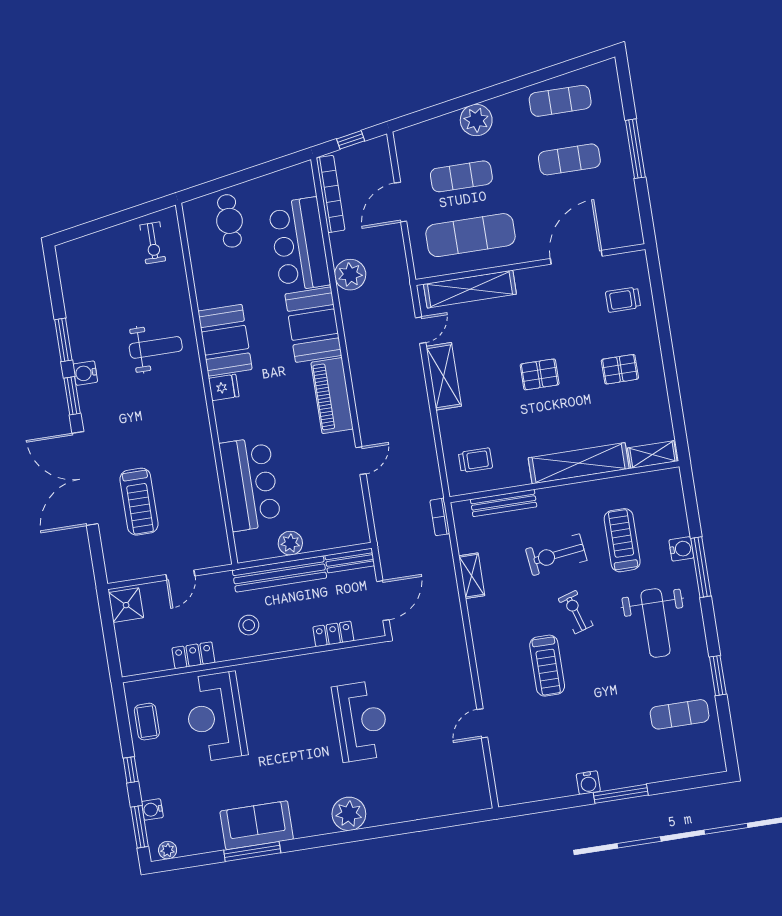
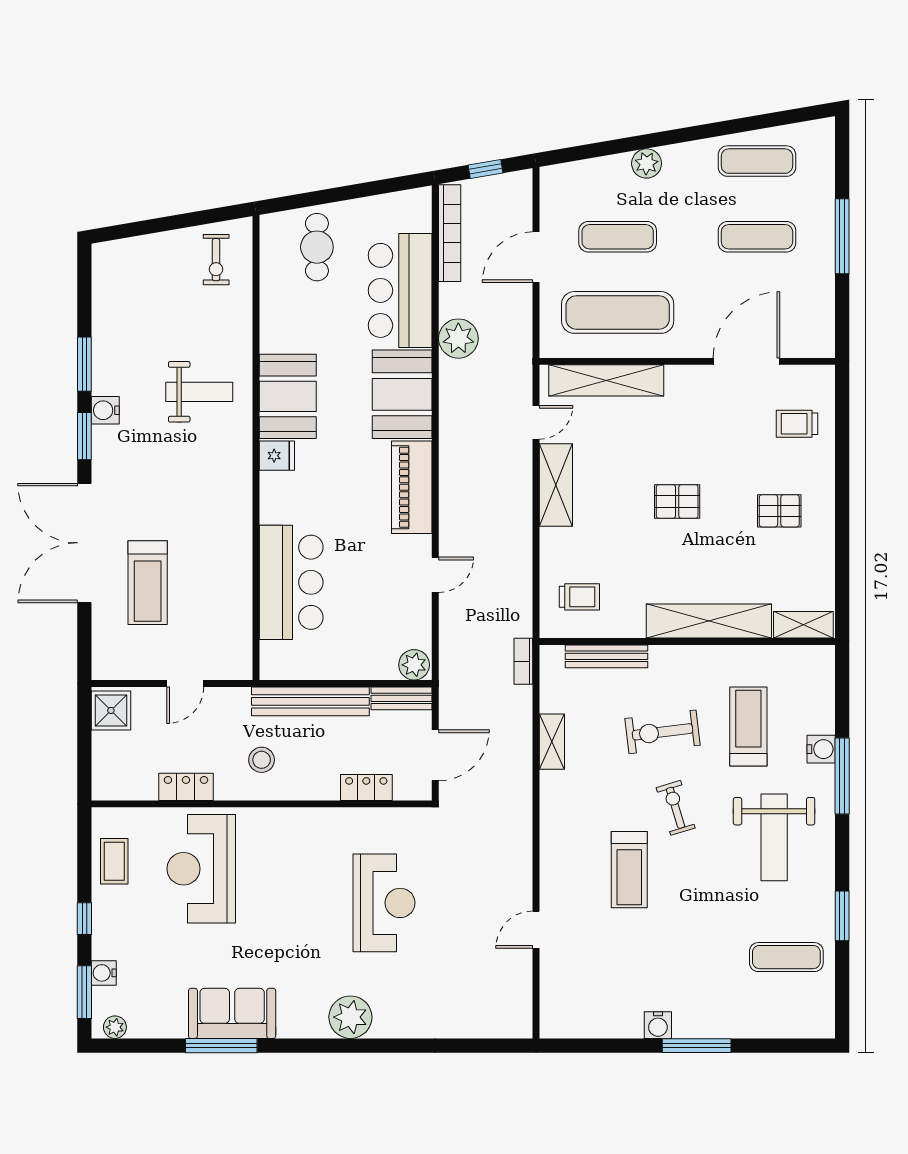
plant: (476, 120) -> (647, 163), width x0.73, depth x0.73
plant: (290, 543) -> (414, 665), moved

